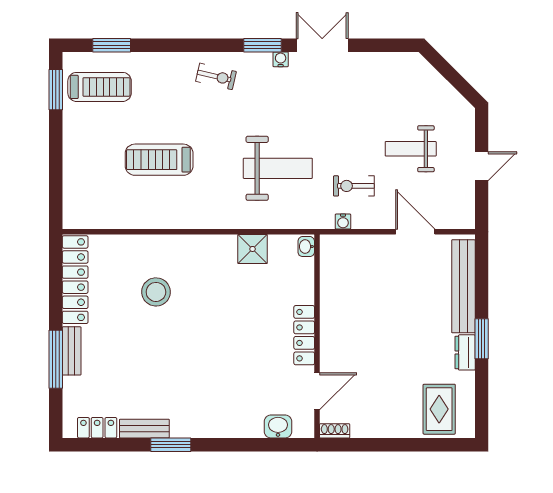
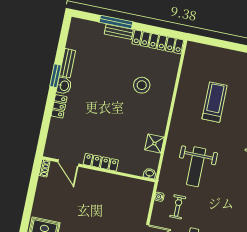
washbasin: (278, 426) -> (64, 86), moved
locker: (97, 428) -> (59, 106), moved

